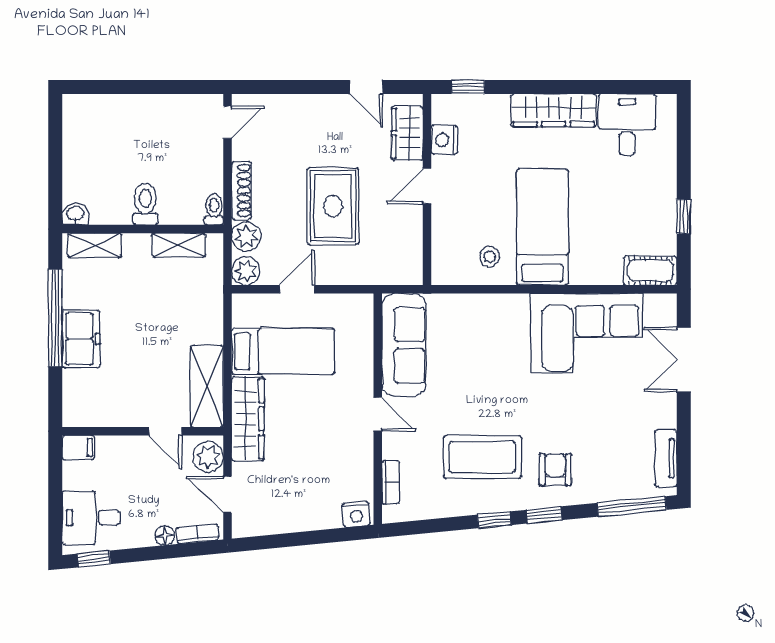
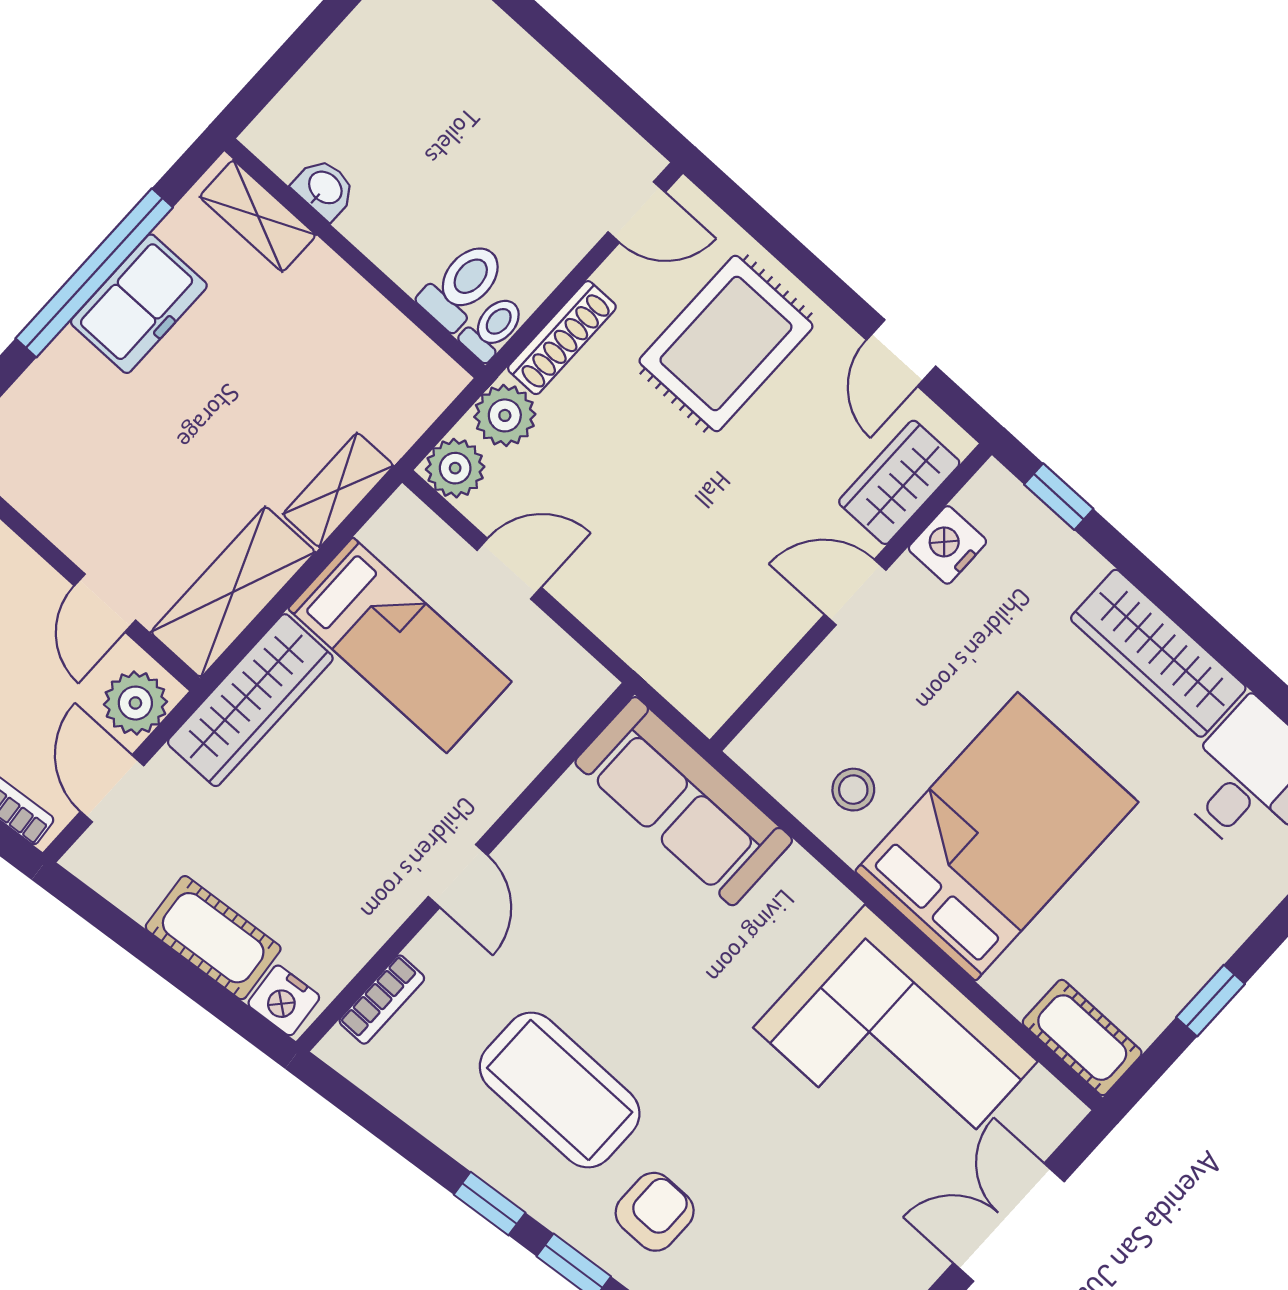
toilet: (145, 204) -> (462, 285), moved
rug: (333, 206) -> (726, 343), moved
washbasin: (75, 214) -> (324, 188), moved
bed: (542, 227) -> (997, 837), width x1.50
shelving: (179, 245) -> (338, 490), moved, turned 90
freezer: (81, 339) -> (139, 304), moved
sofa: (404, 345) -> (684, 801), moved, turned 90
cot: (311, 515) -> (213, 938), added

